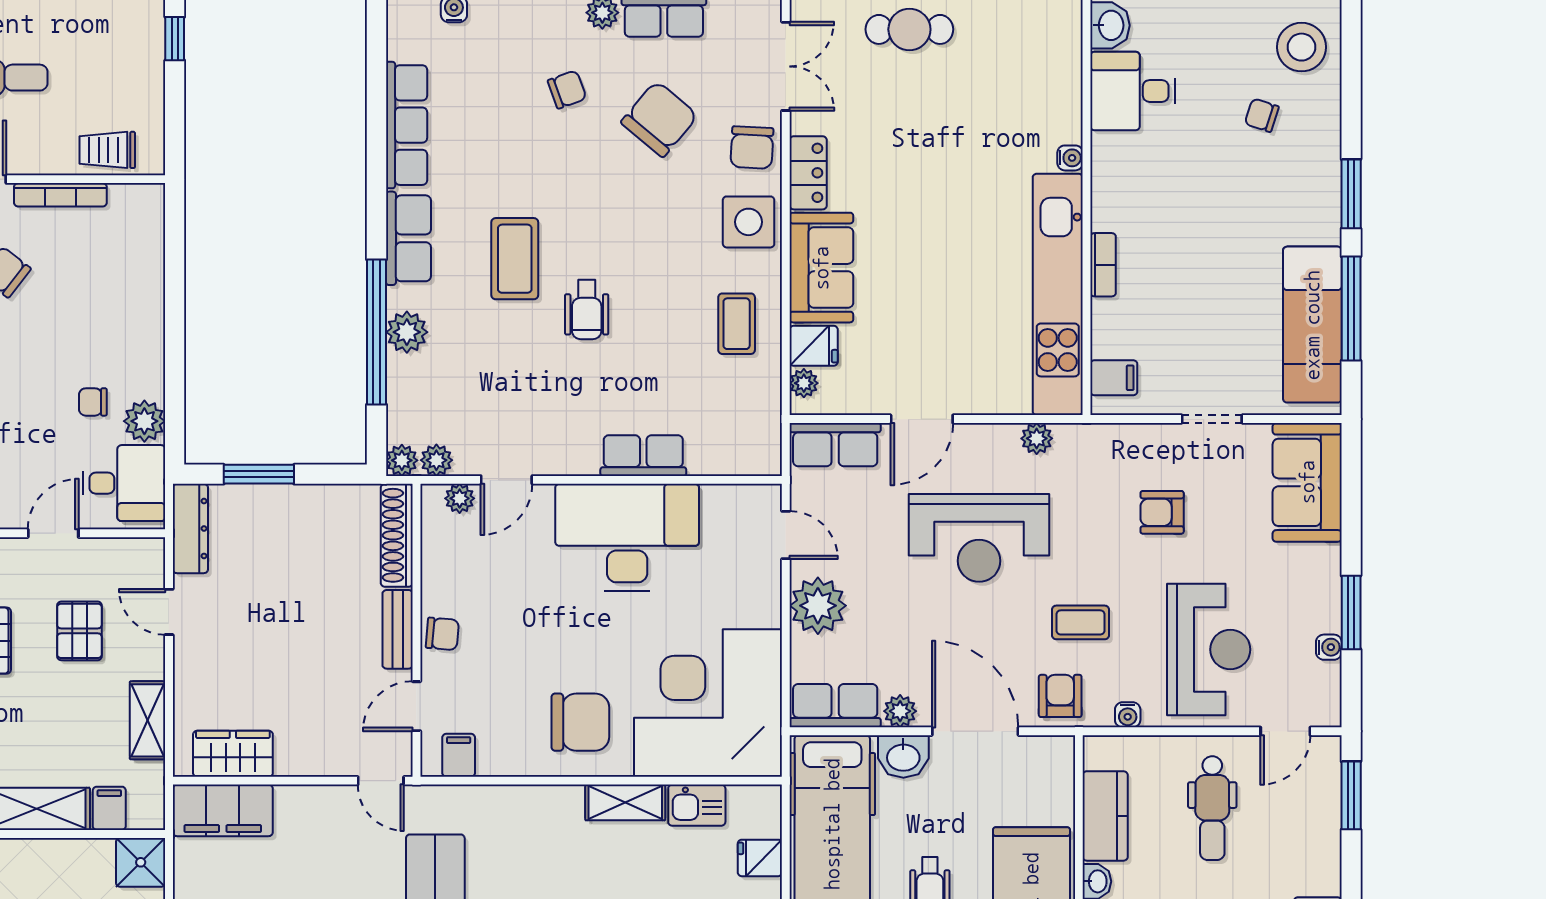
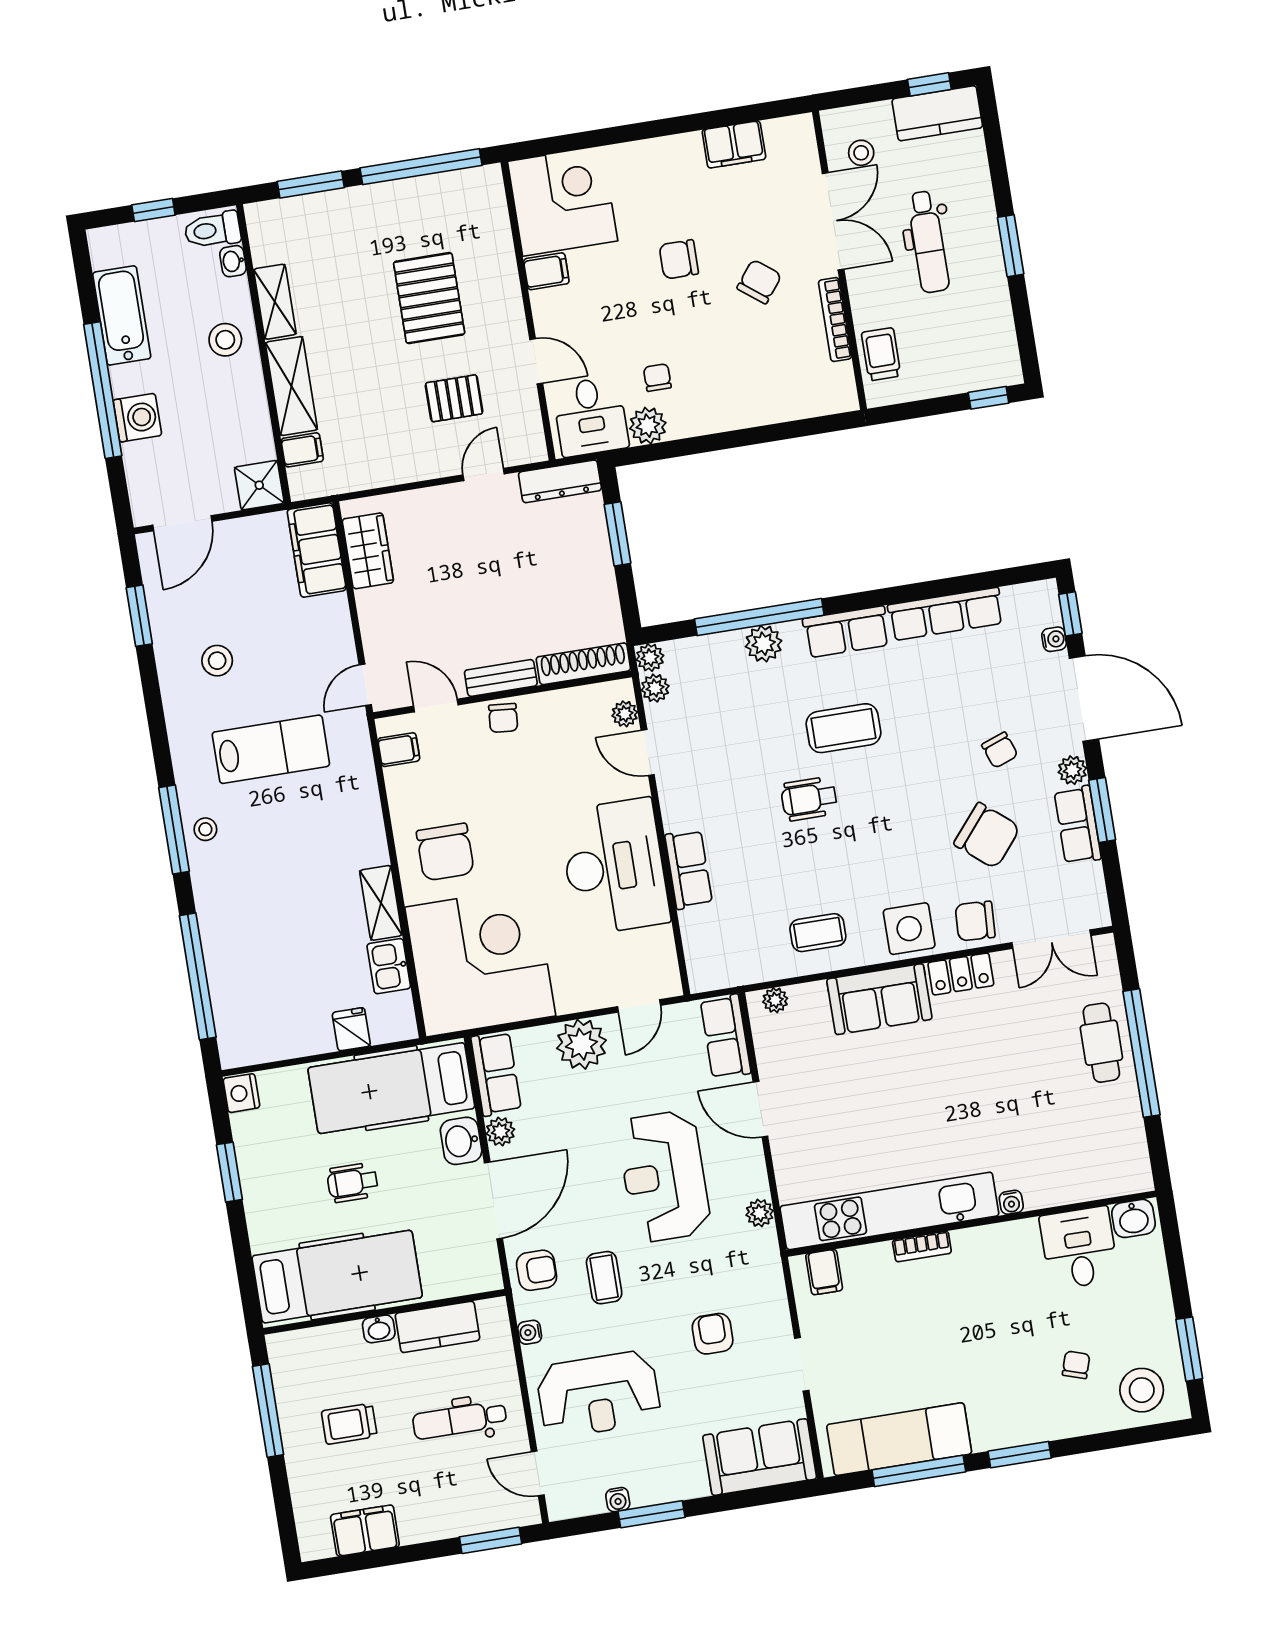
fridge: (814, 346) -> (810, 1003), removed
shelving: (148, 720) -> (385, 471), removed

